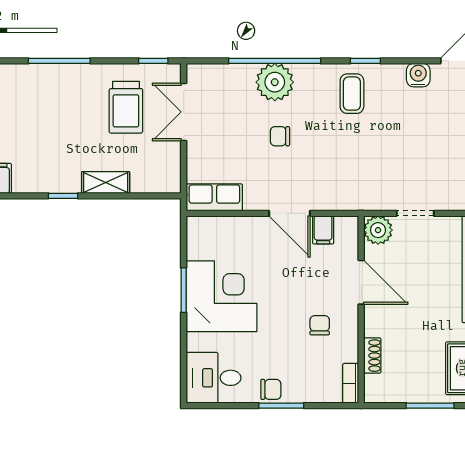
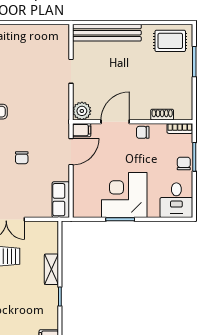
plant: (378, 230) -> (82, 111), moved
door: (361, 282) -> (115, 122), moved
wall: (361, 309) -> (133, 122), moved
shoe rack: (372, 356) -> (162, 115), moved
bookcase: (351, 383) -> (180, 128), moved

